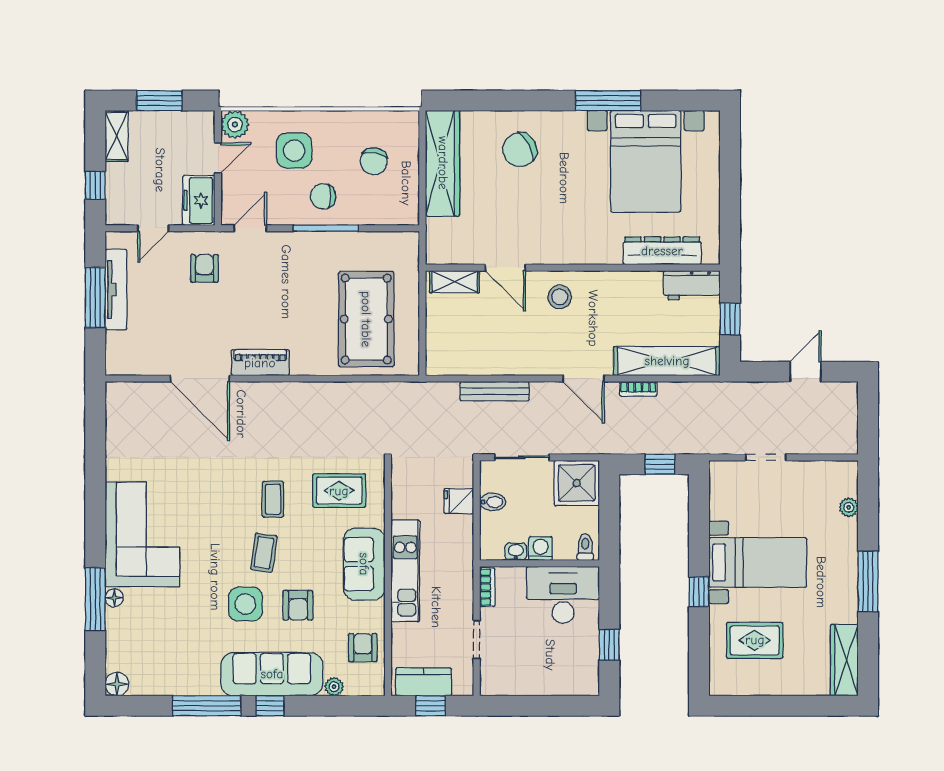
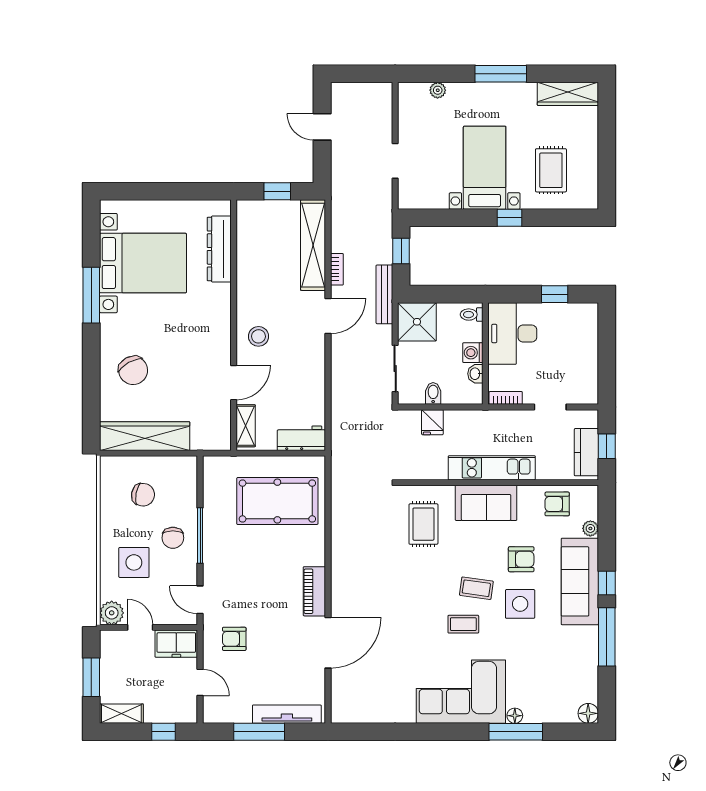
workbench: (692, 285) -> (301, 438), moved, turned -90
tv unit: (116, 290) -> (287, 714), moved
bench: (495, 391) -> (384, 294), moved
coffee table: (273, 499) -> (463, 624), moved

